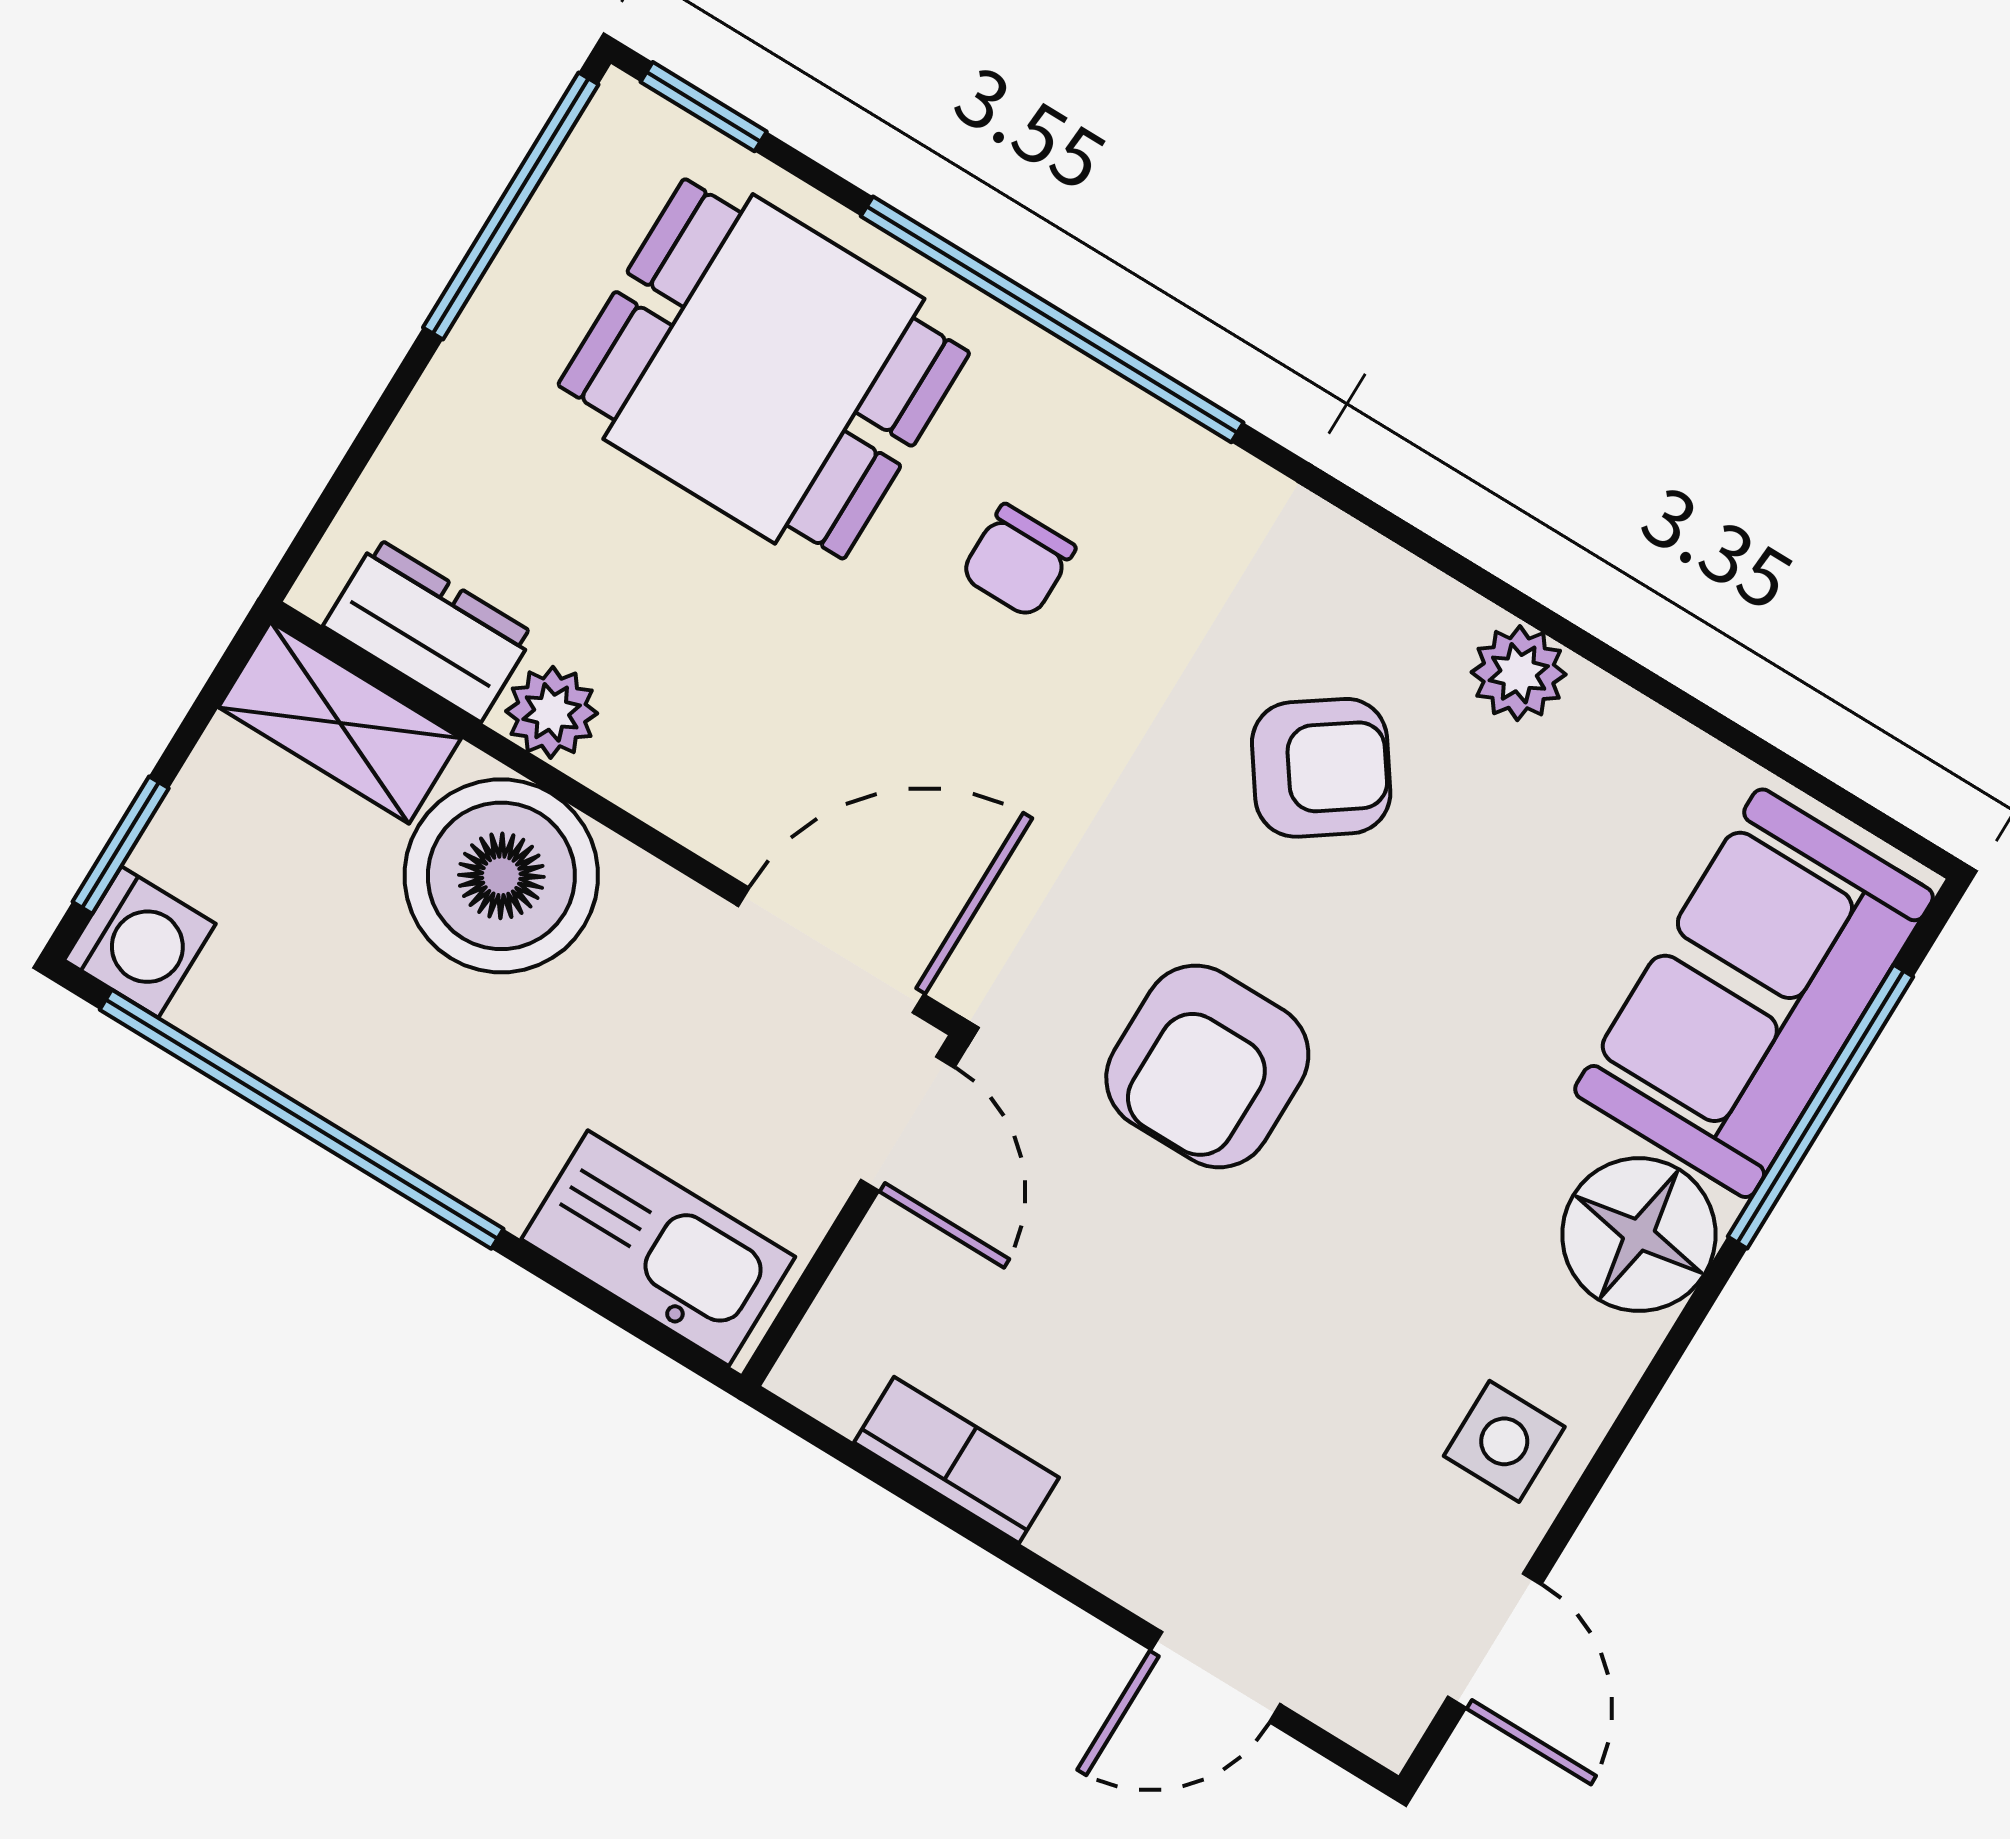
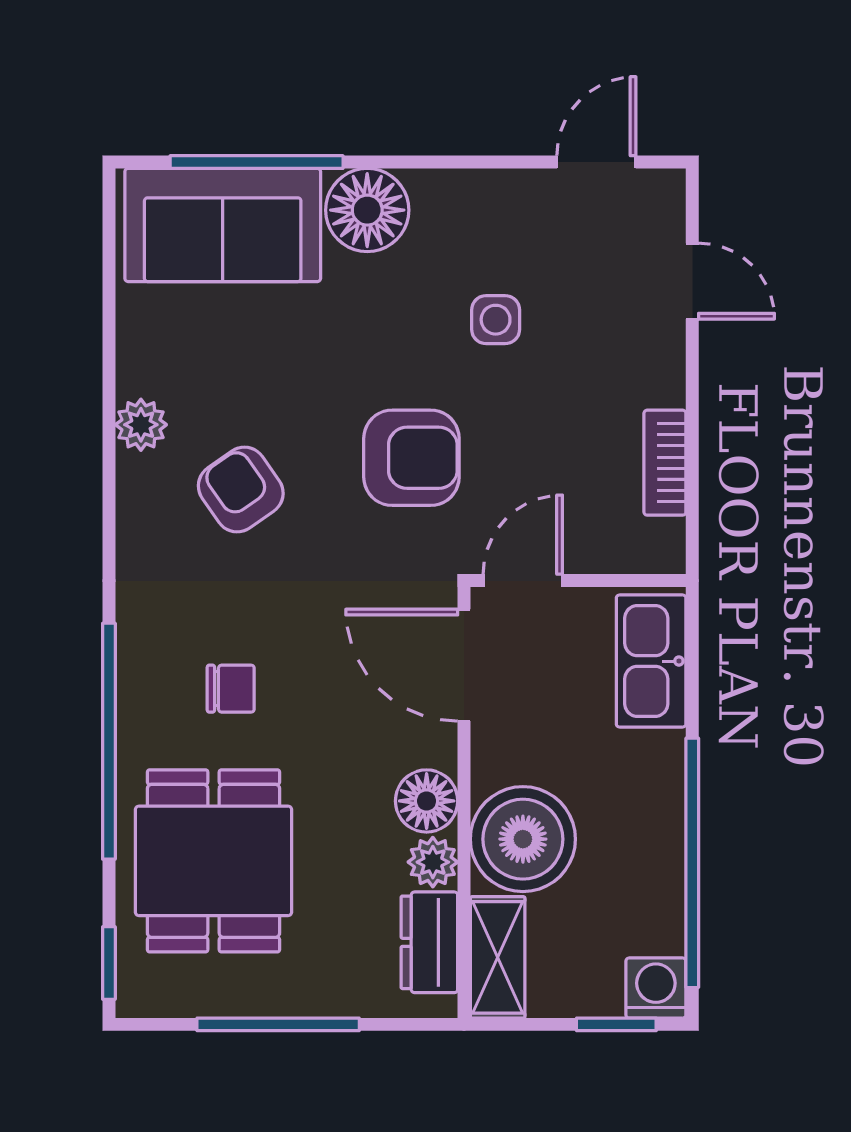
window: (511, 206) -> (278, 1024), moved
floor lamp: (654, 761) -> (427, 801), added
side table: (1504, 1441) -> (496, 320), moved

